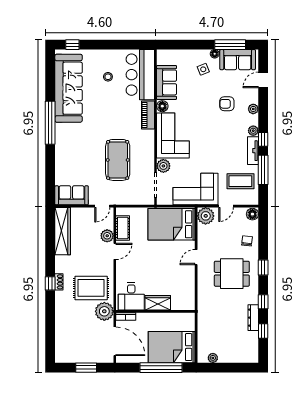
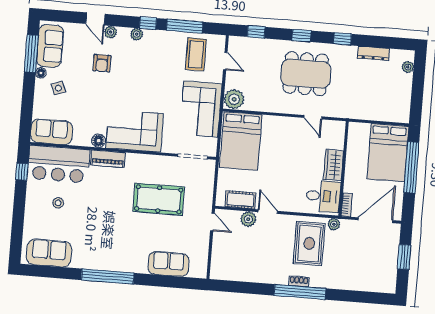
window: (72, 45) -> (22, 172), moved
door: (263, 80) -> (95, 19), moved
sofa: (167, 82) -> (51, 132), moved
sofa: (69, 88) -> (49, 253), width x0.54, depth x0.79
tv unit: (253, 151) -> (161, 36), removed
plant: (163, 166) -> (170, 145), removed
sofa: (72, 195) -> (168, 264), moved, turned 90
door: (226, 206) -> (225, 61), moved
floor lamp: (252, 214) -> (236, 43), removed
wardrobe: (63, 231) -> (238, 272), removed
chair: (247, 241) -> (268, 52), removed
door: (196, 257) -> (313, 117), moved
dining table: (232, 274) -> (306, 74), width x1.38
window: (50, 283) -> (300, 292), width x3.17
plant: (104, 311) -> (334, 224), width x0.53, depth x0.53
dresser: (253, 318) -> (373, 53), moved
window: (263, 331) -> (256, 32), moved
plant: (213, 358) -> (408, 67), moved

